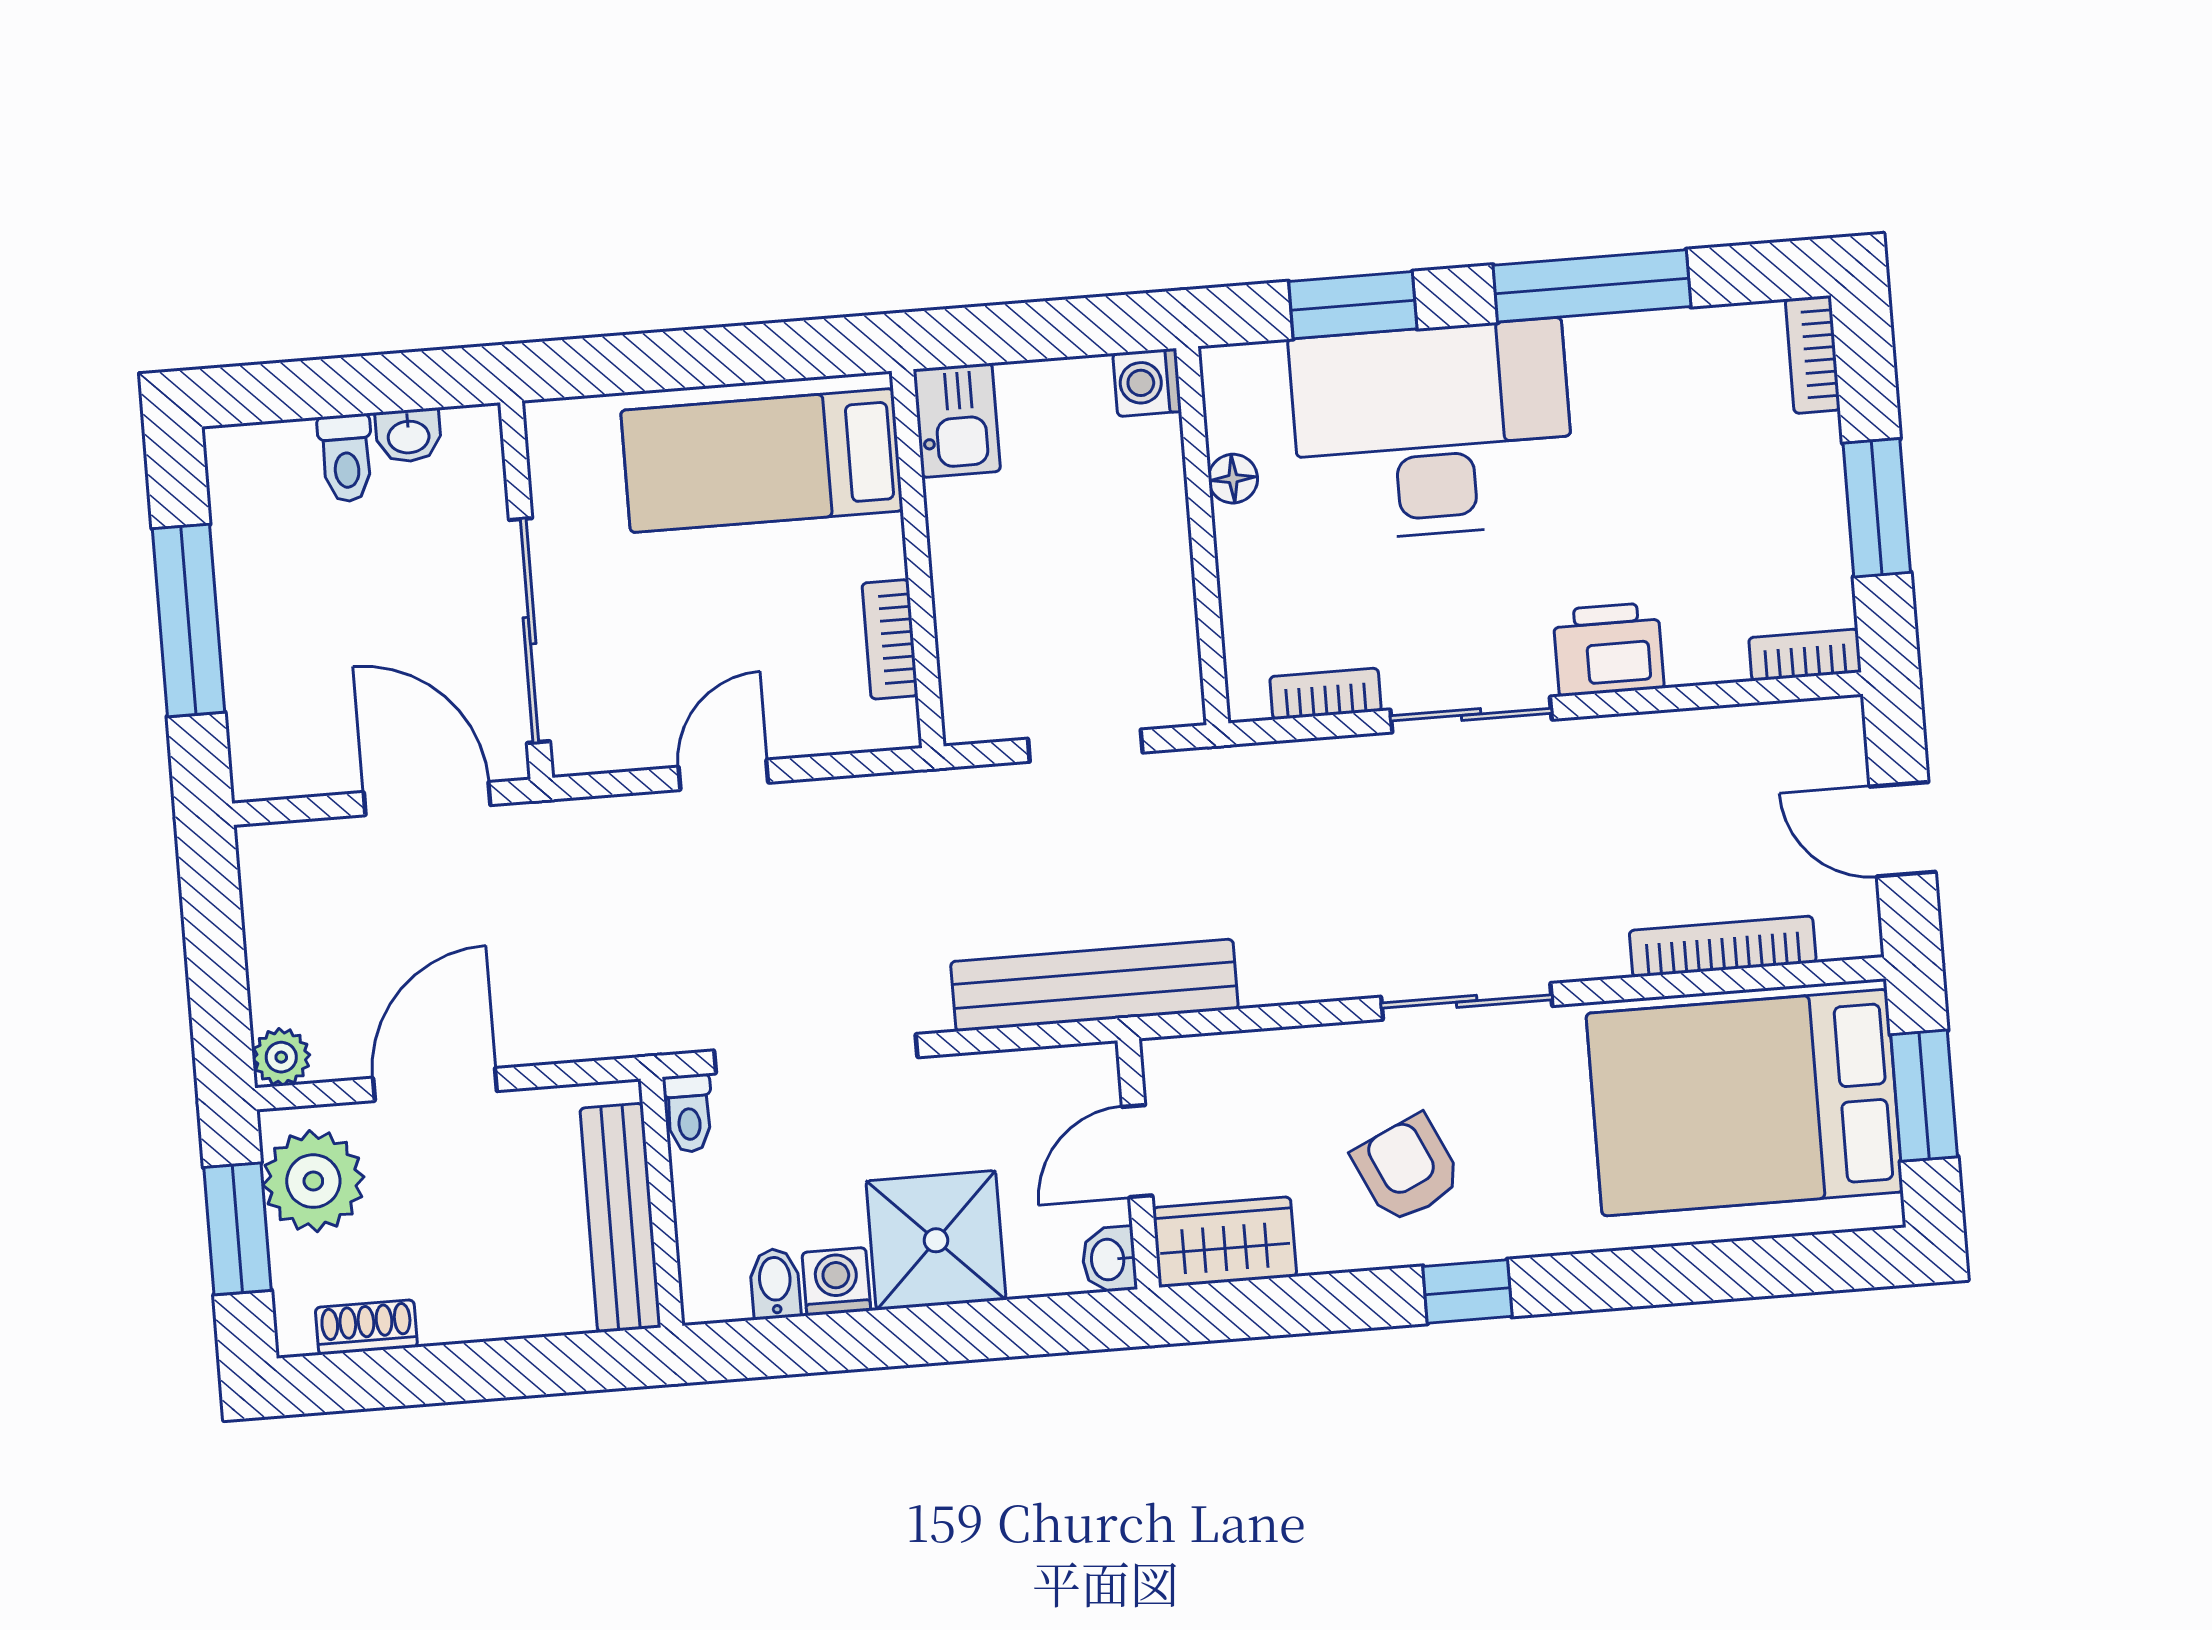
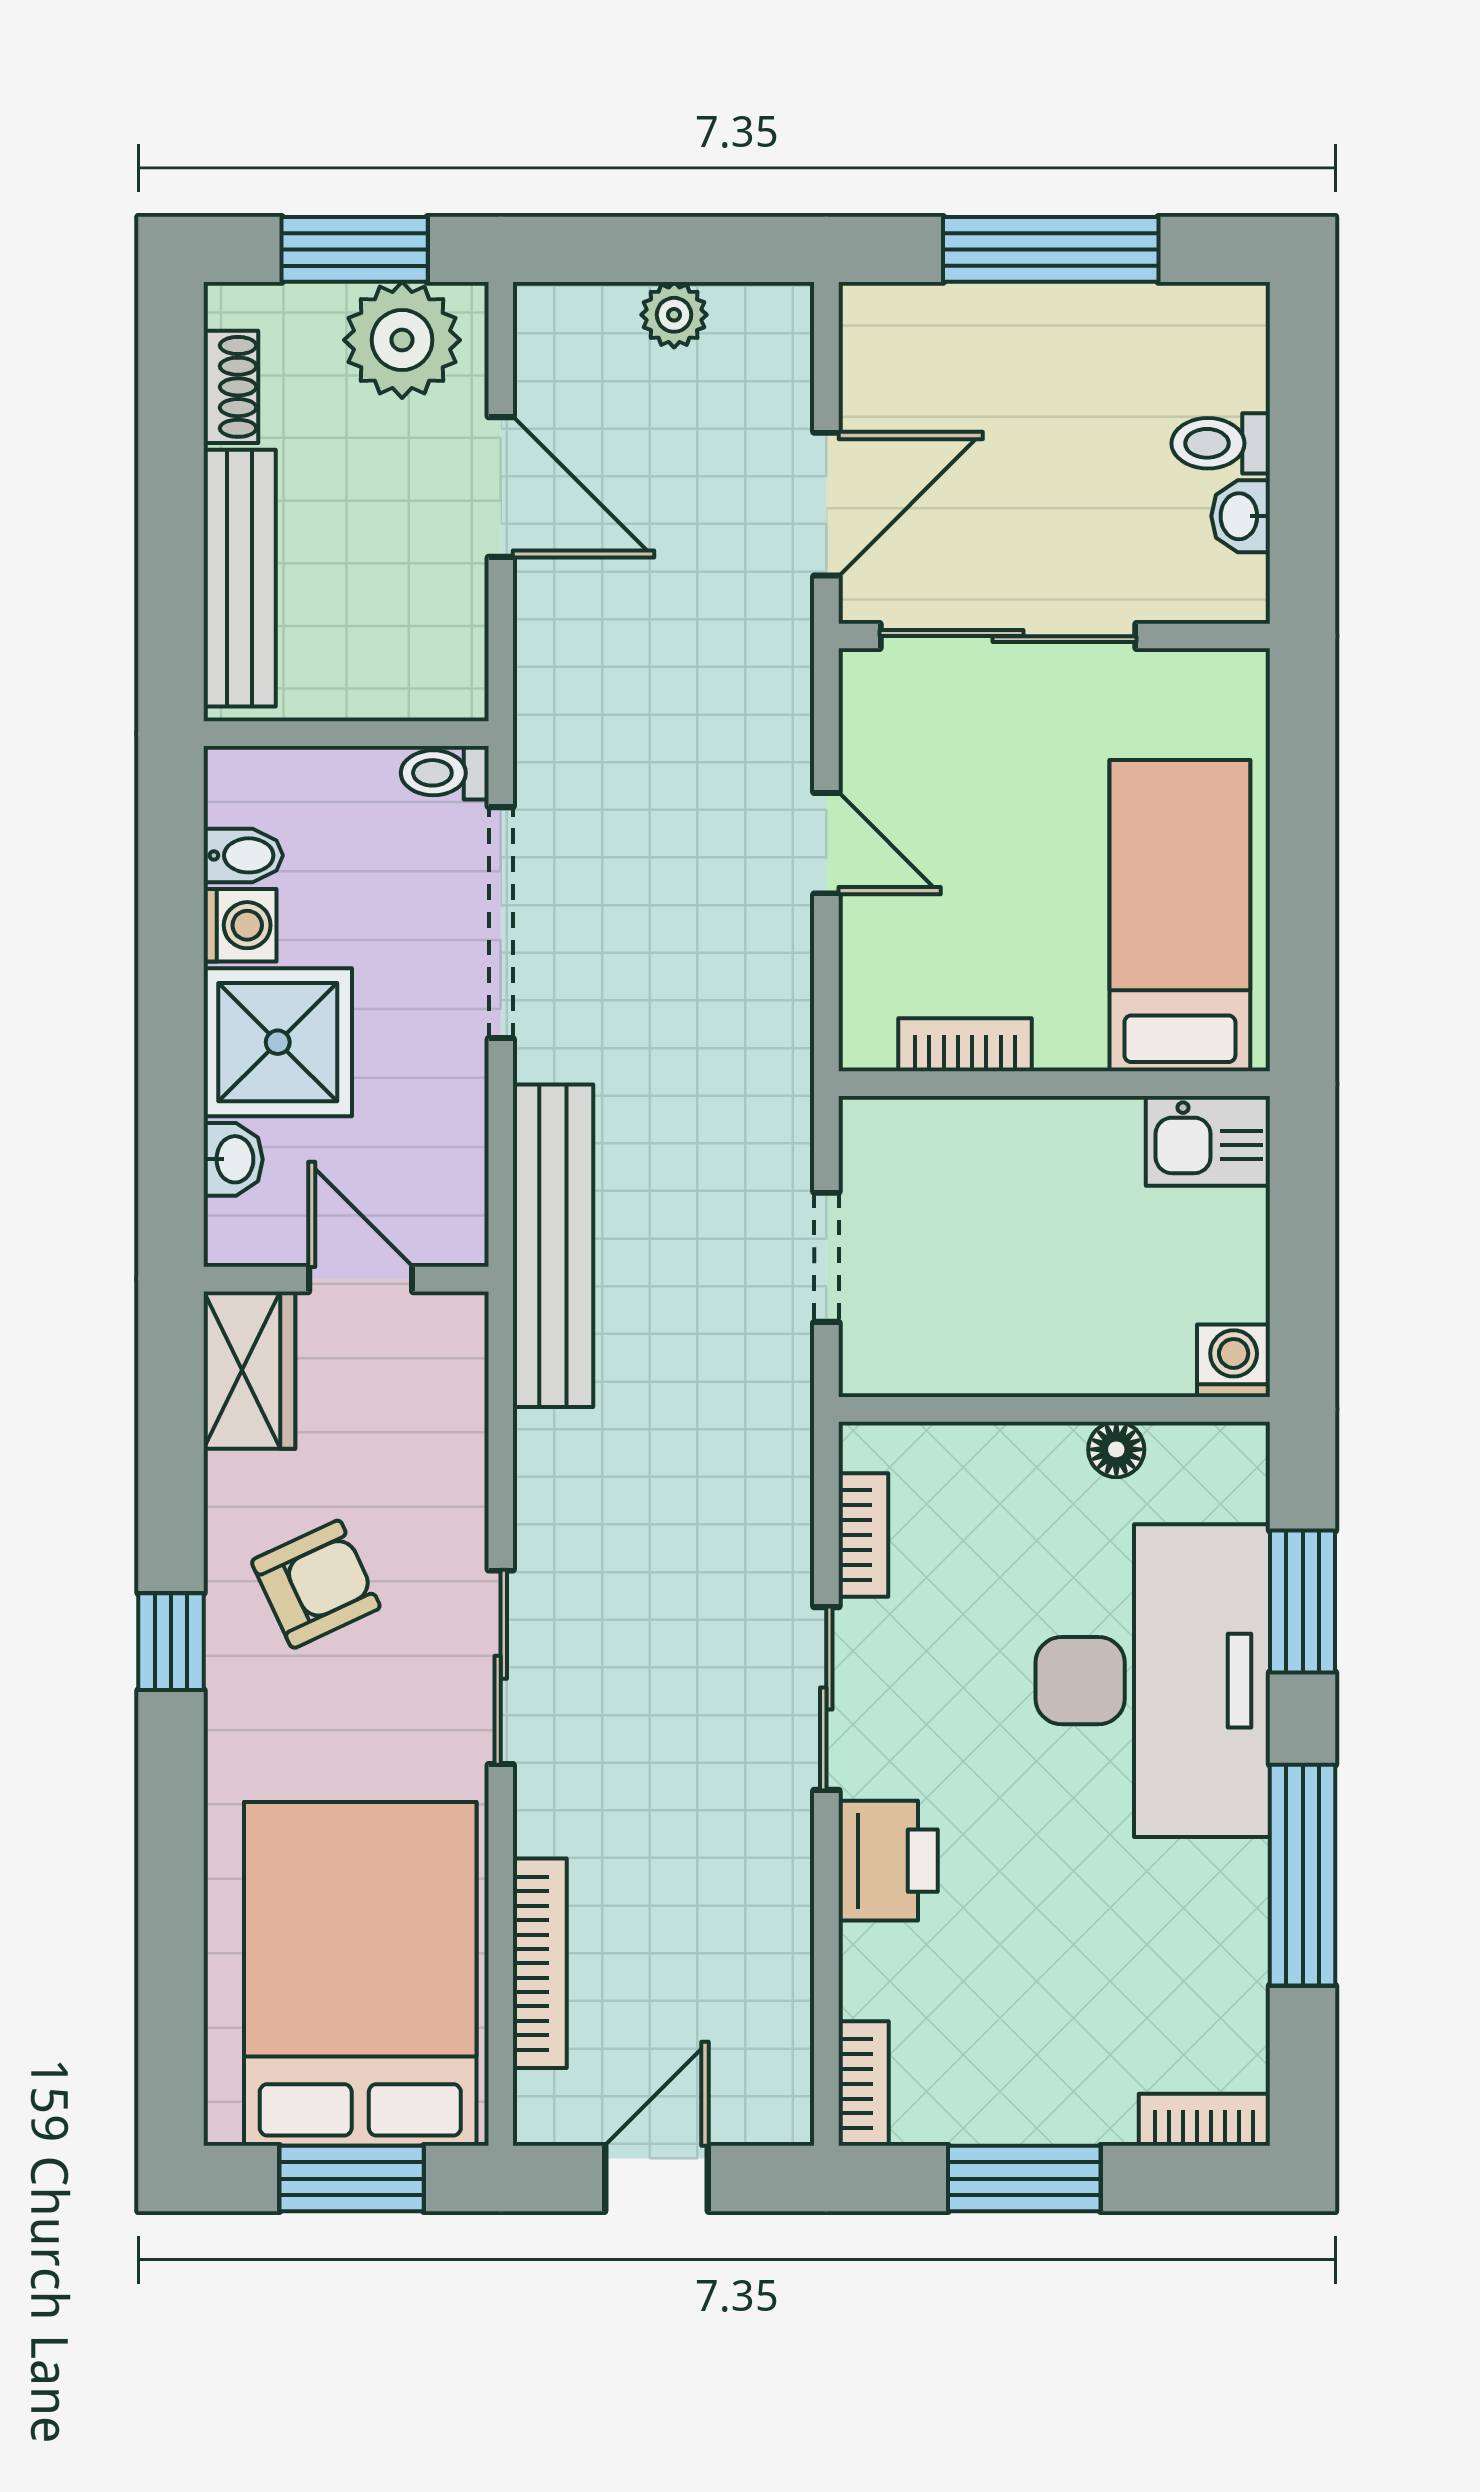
plant: (281, 1057) -> (674, 315), moved
bench: (620, 1218) -> (240, 578), moved, turned 90
washbasin: (1109, 1259) -> (233, 1159), moved, turned 90

